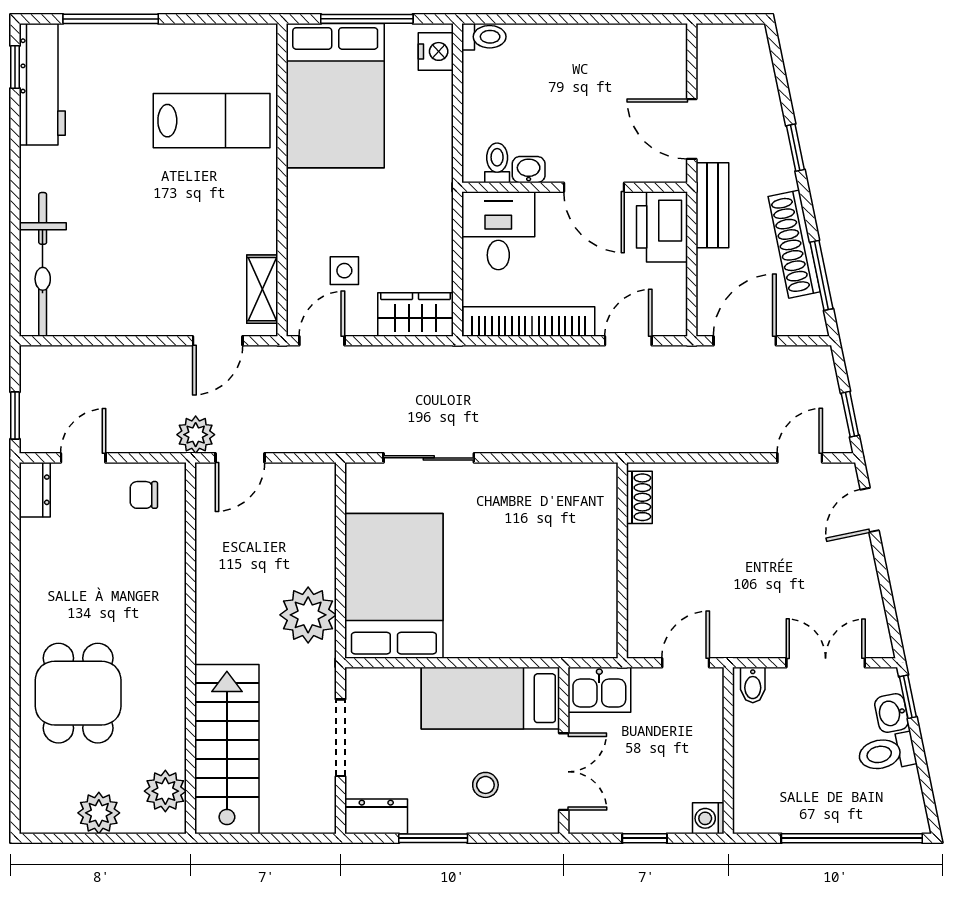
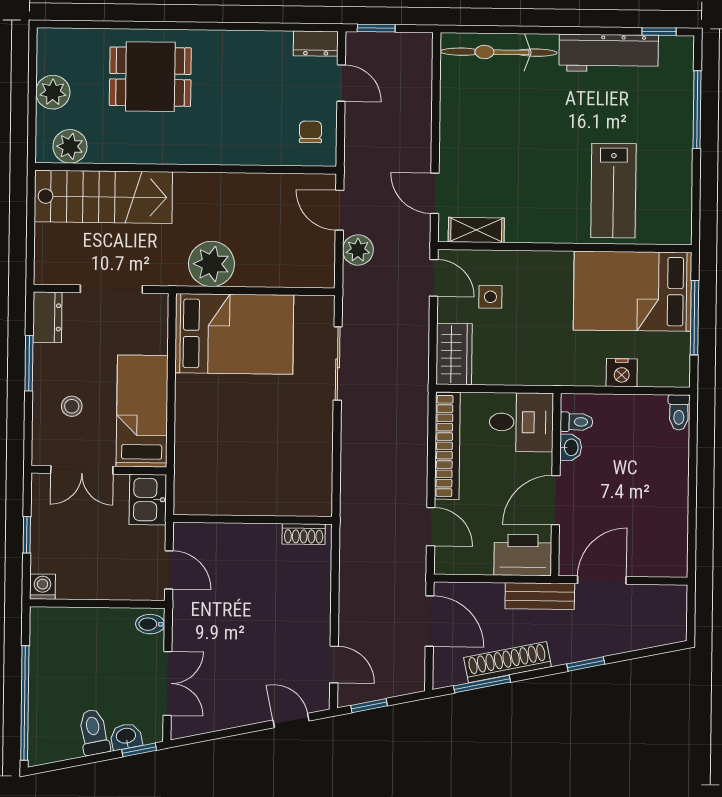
nightstand: (436, 51) -> (622, 373), moved
workbench: (42, 84) -> (609, 53), moved
plant: (196, 435) -> (358, 250), moved

